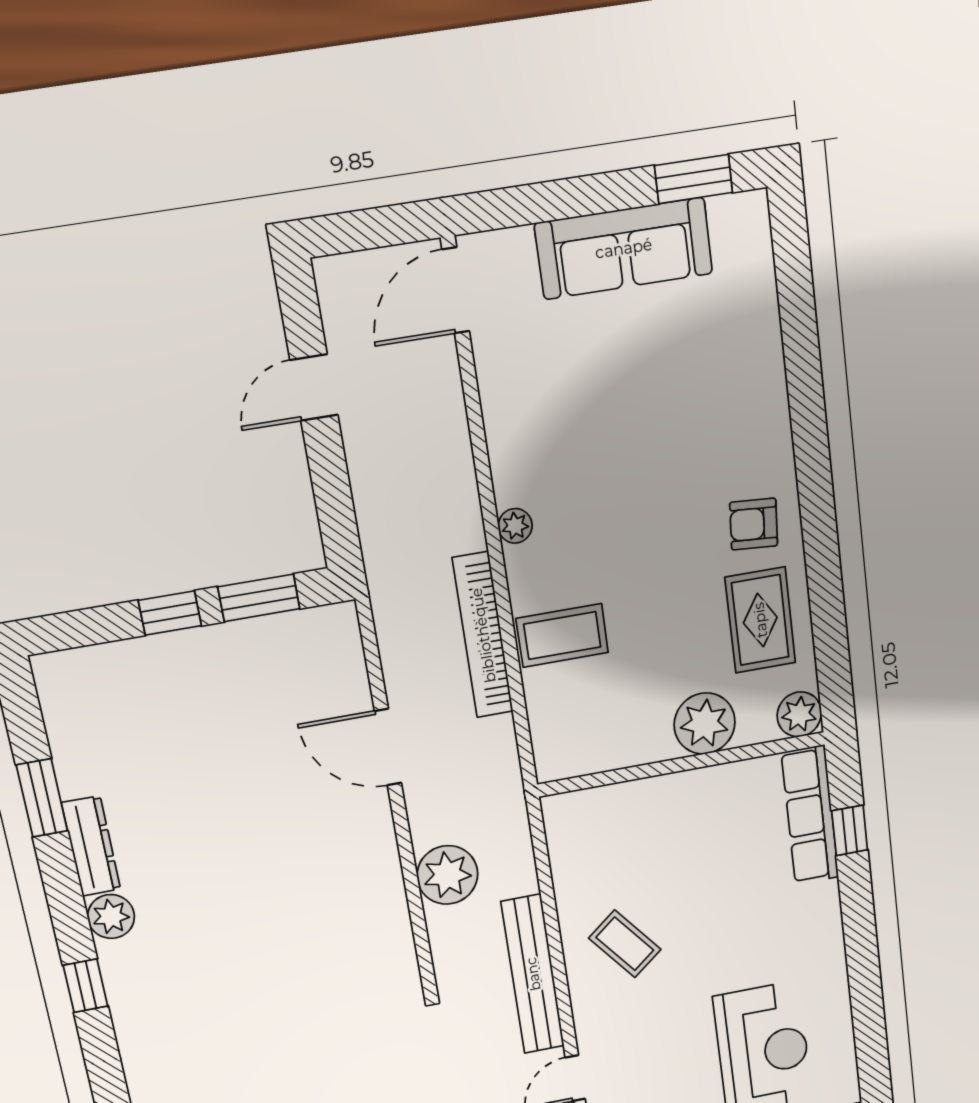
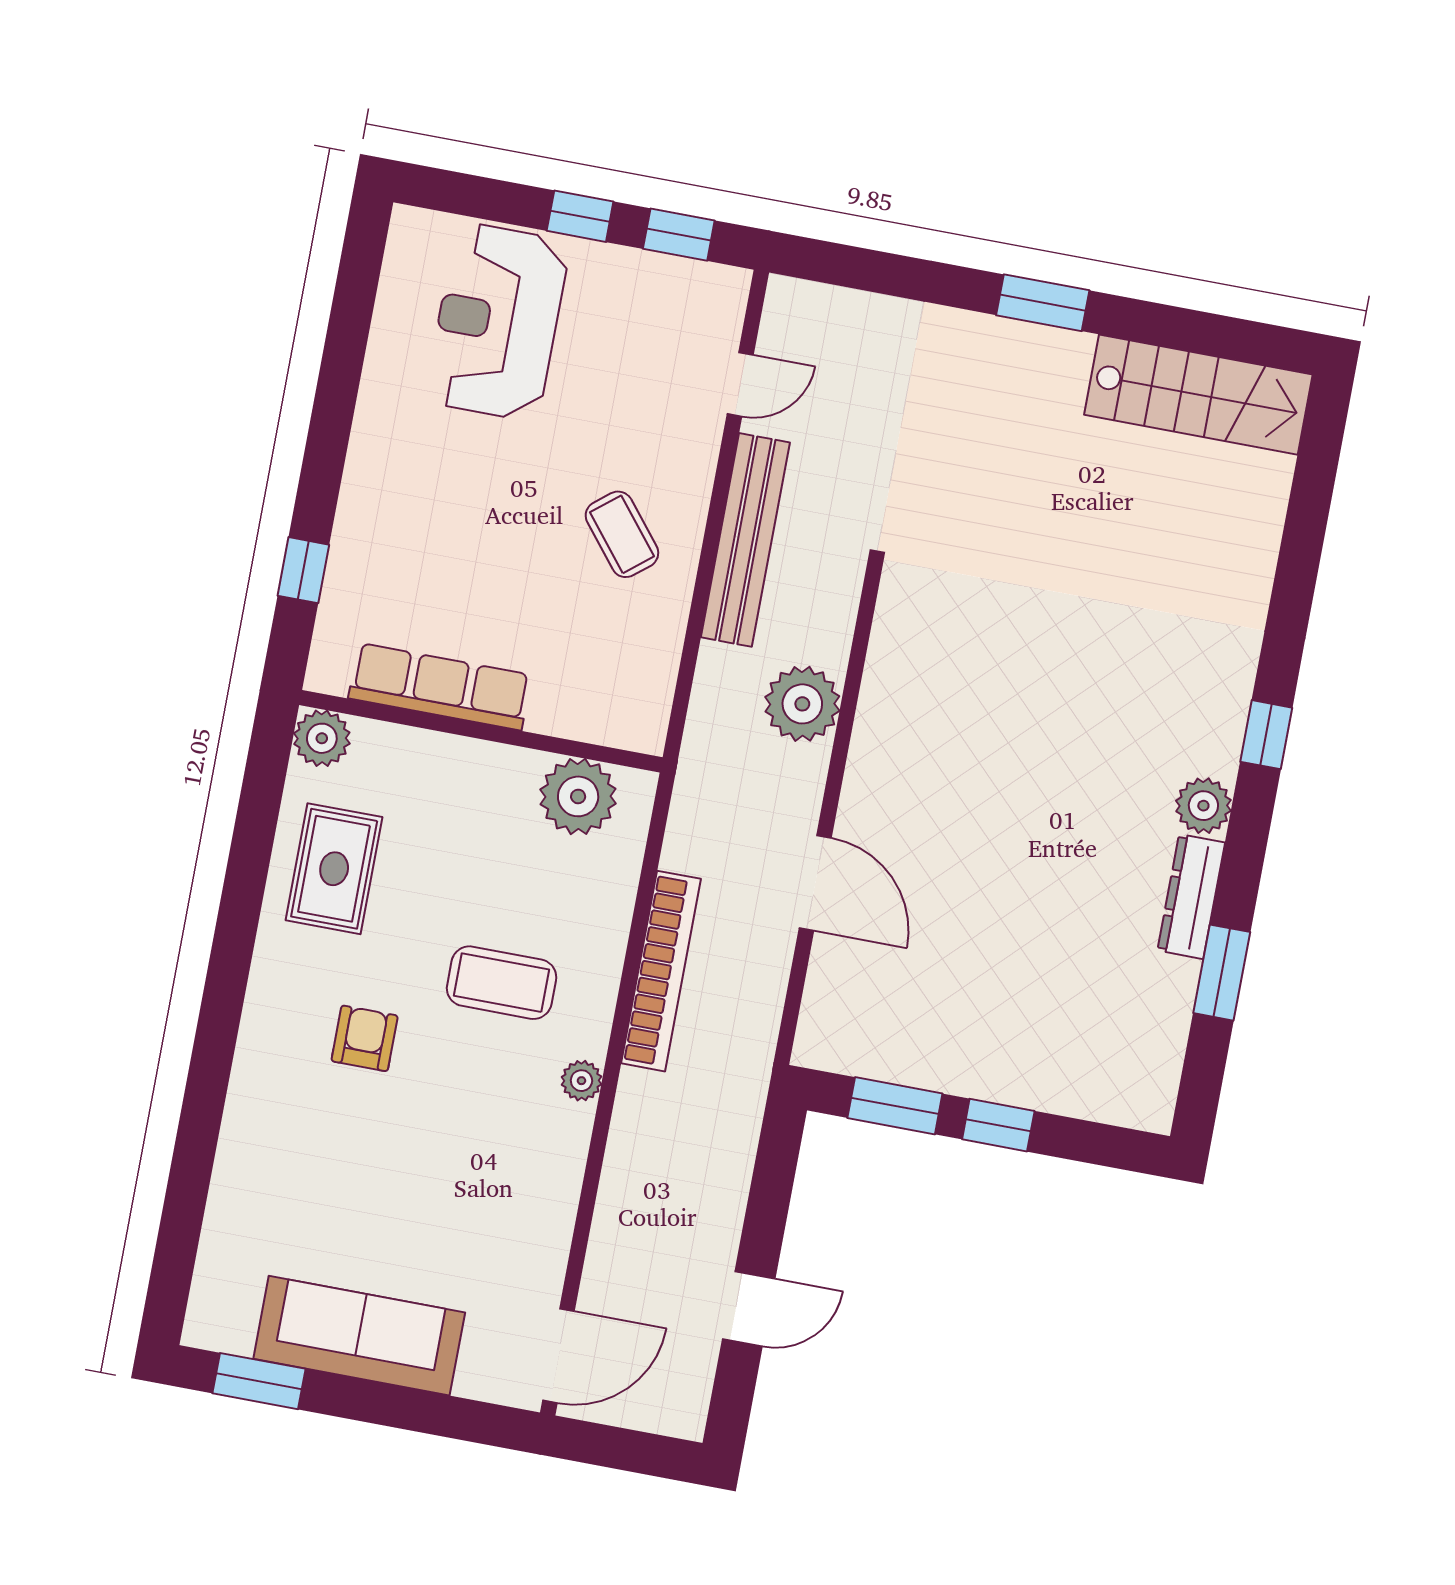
armchair: (754, 524) -> (365, 1038), moved, turned -94
coffee table: (562, 635) -> (502, 983), moved
plant: (705, 723) -> (578, 796), moved
row of seats: (810, 815) -> (440, 687), moved, turned -90

